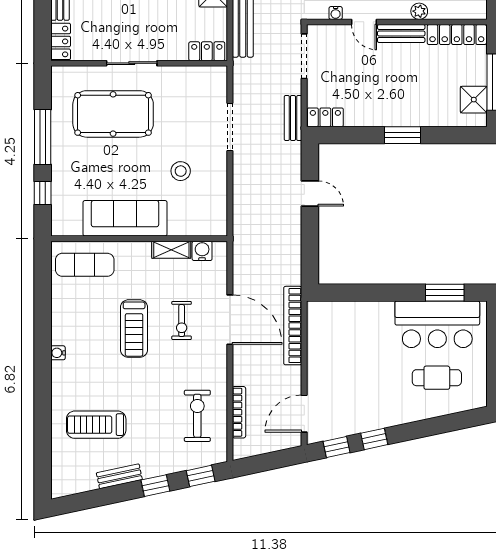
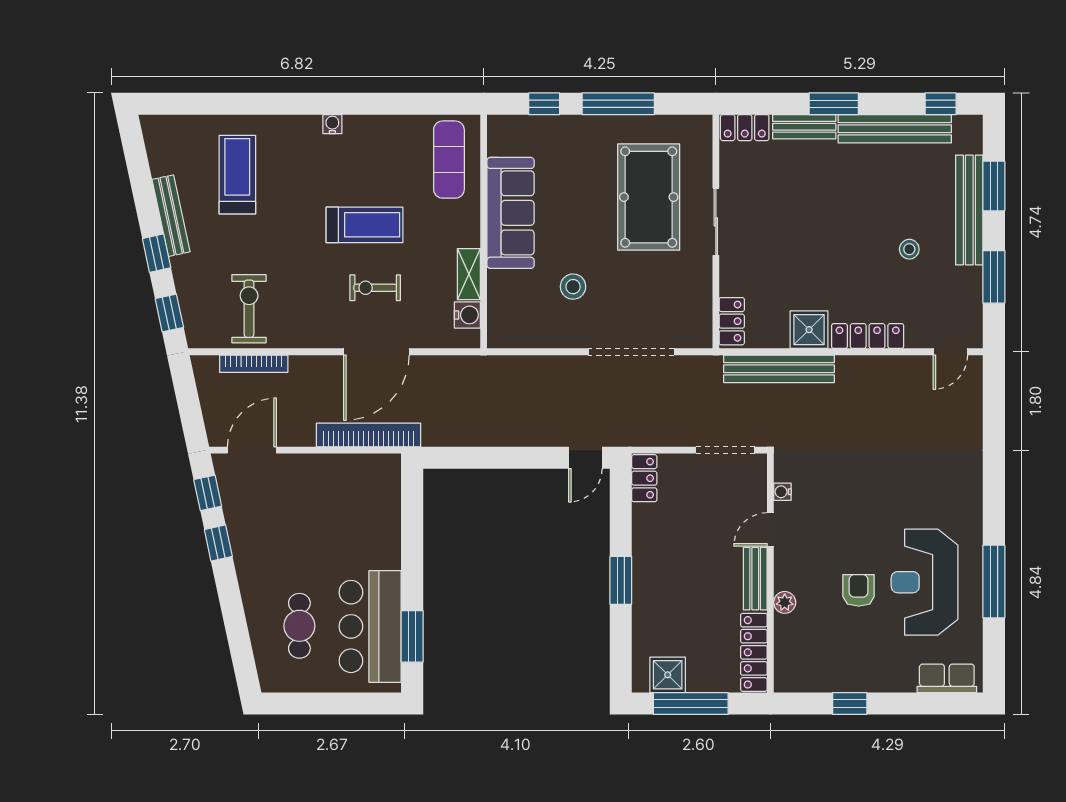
bench: (293, 118) -> (643, 435), removed
doorway: (230, 127) -> (631, 352), width x1.36
door: (310, 193) -> (585, 458), moved
treadmill: (134, 329) -> (364, 225), turned 180
door: (304, 414) -> (252, 450), hinge flipped
exercise bike: (197, 416) -> (249, 309), turned -90
bench: (119, 476) -> (171, 216), width x1.36

